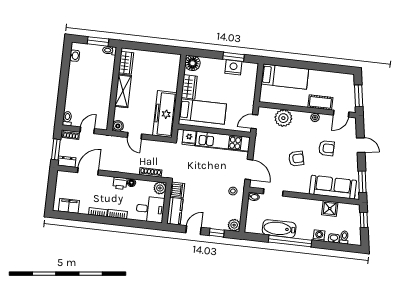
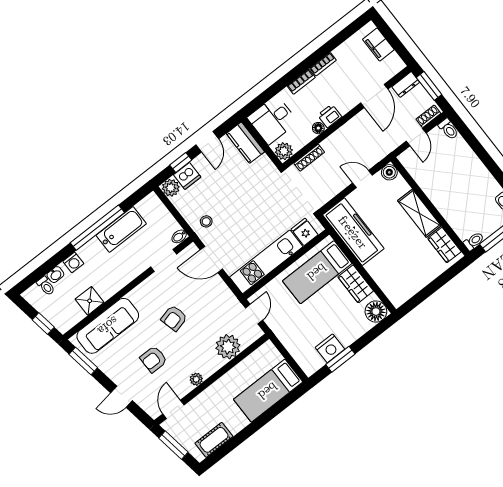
cot: (320, 102) -> (214, 440), moved
dishwasher: (177, 190) -> (187, 176), moved, turned -90
filing cabinet: (69, 206) -> (378, 45), moved, turned 90

